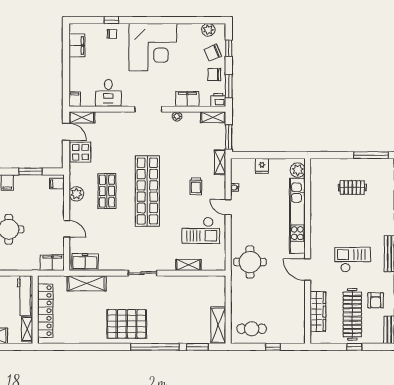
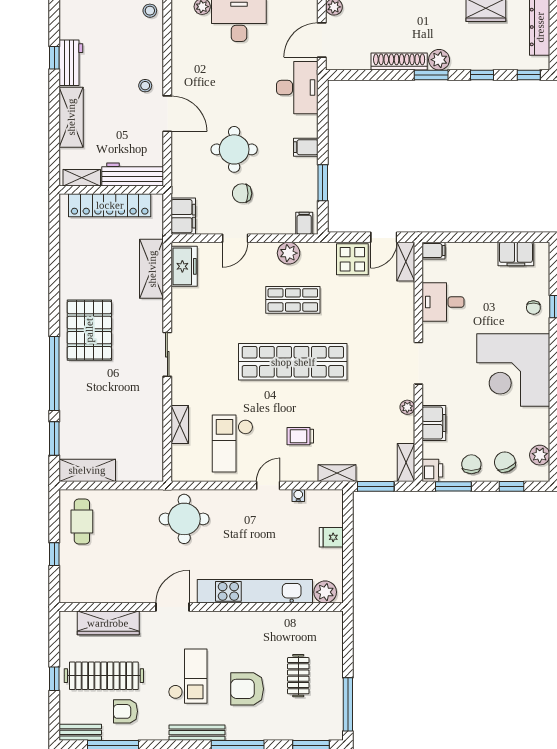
armchair: (361, 221) -> (247, 689), added
chair: (37, 224) -> (242, 193), added

